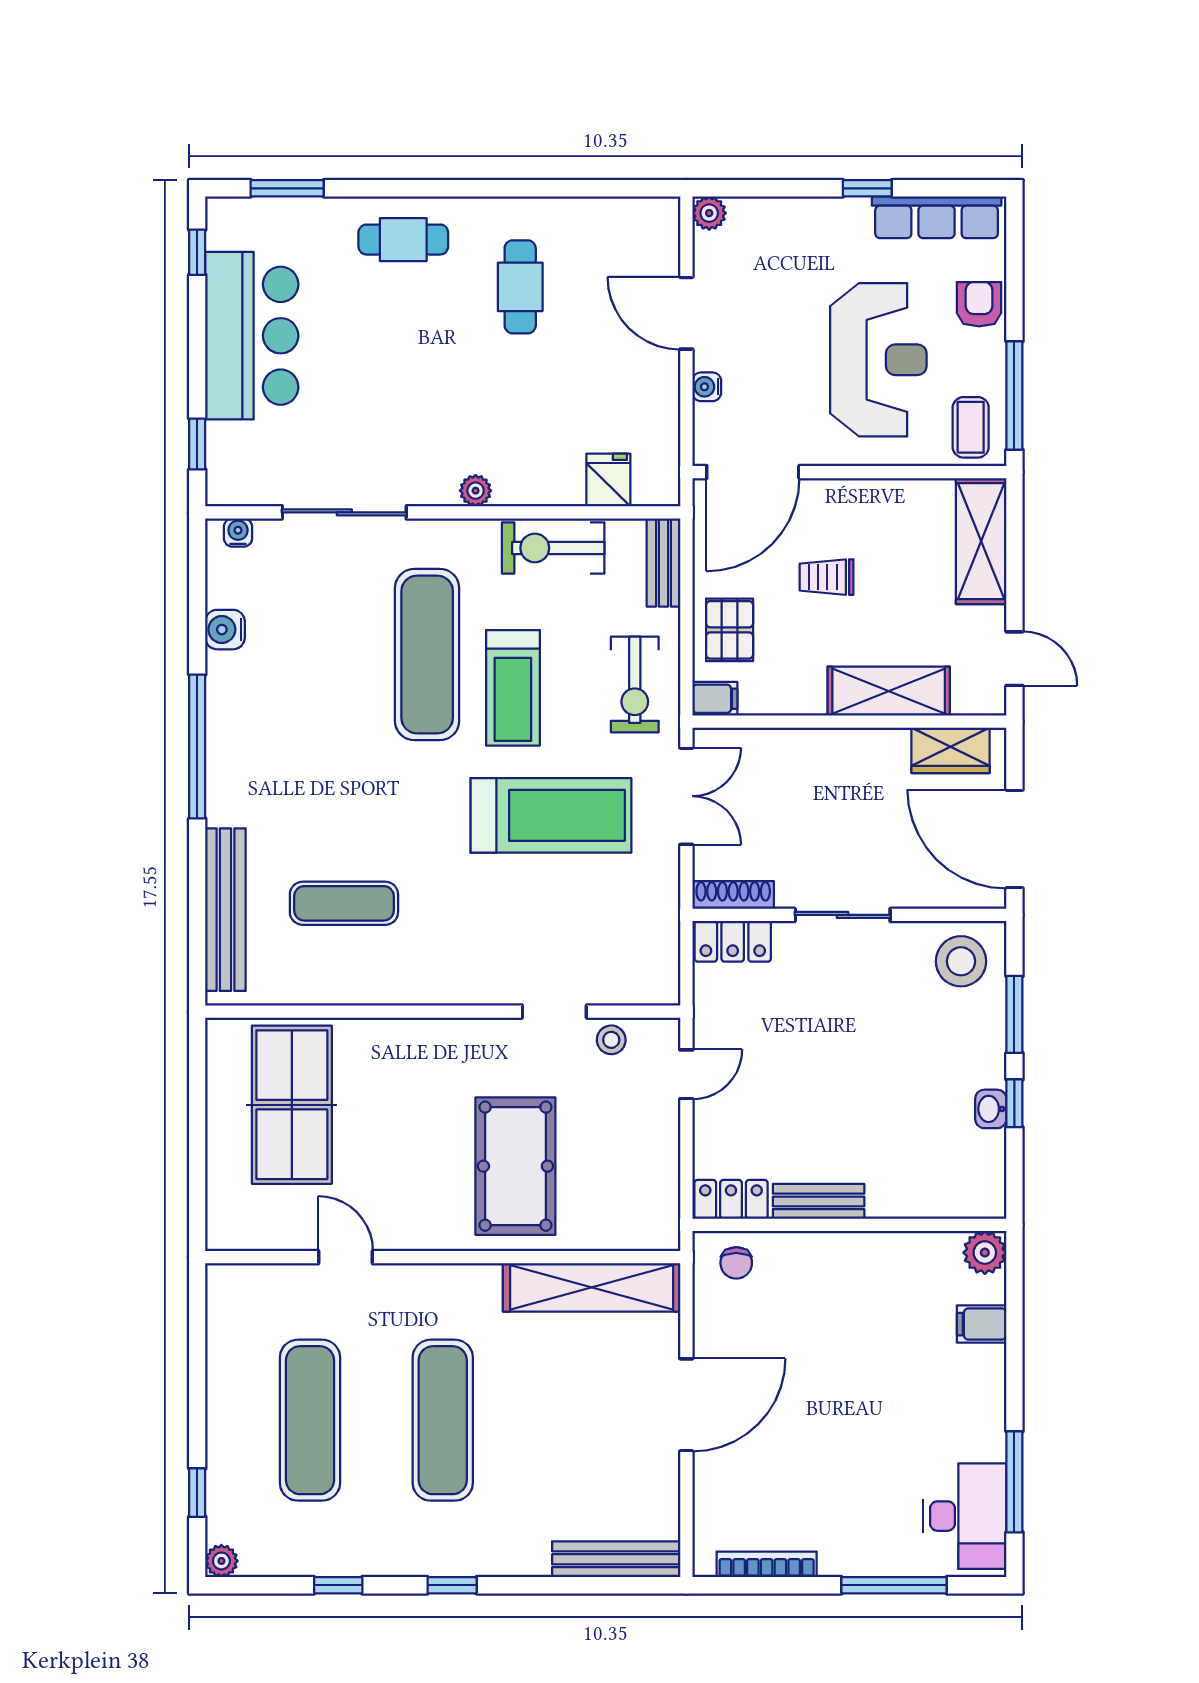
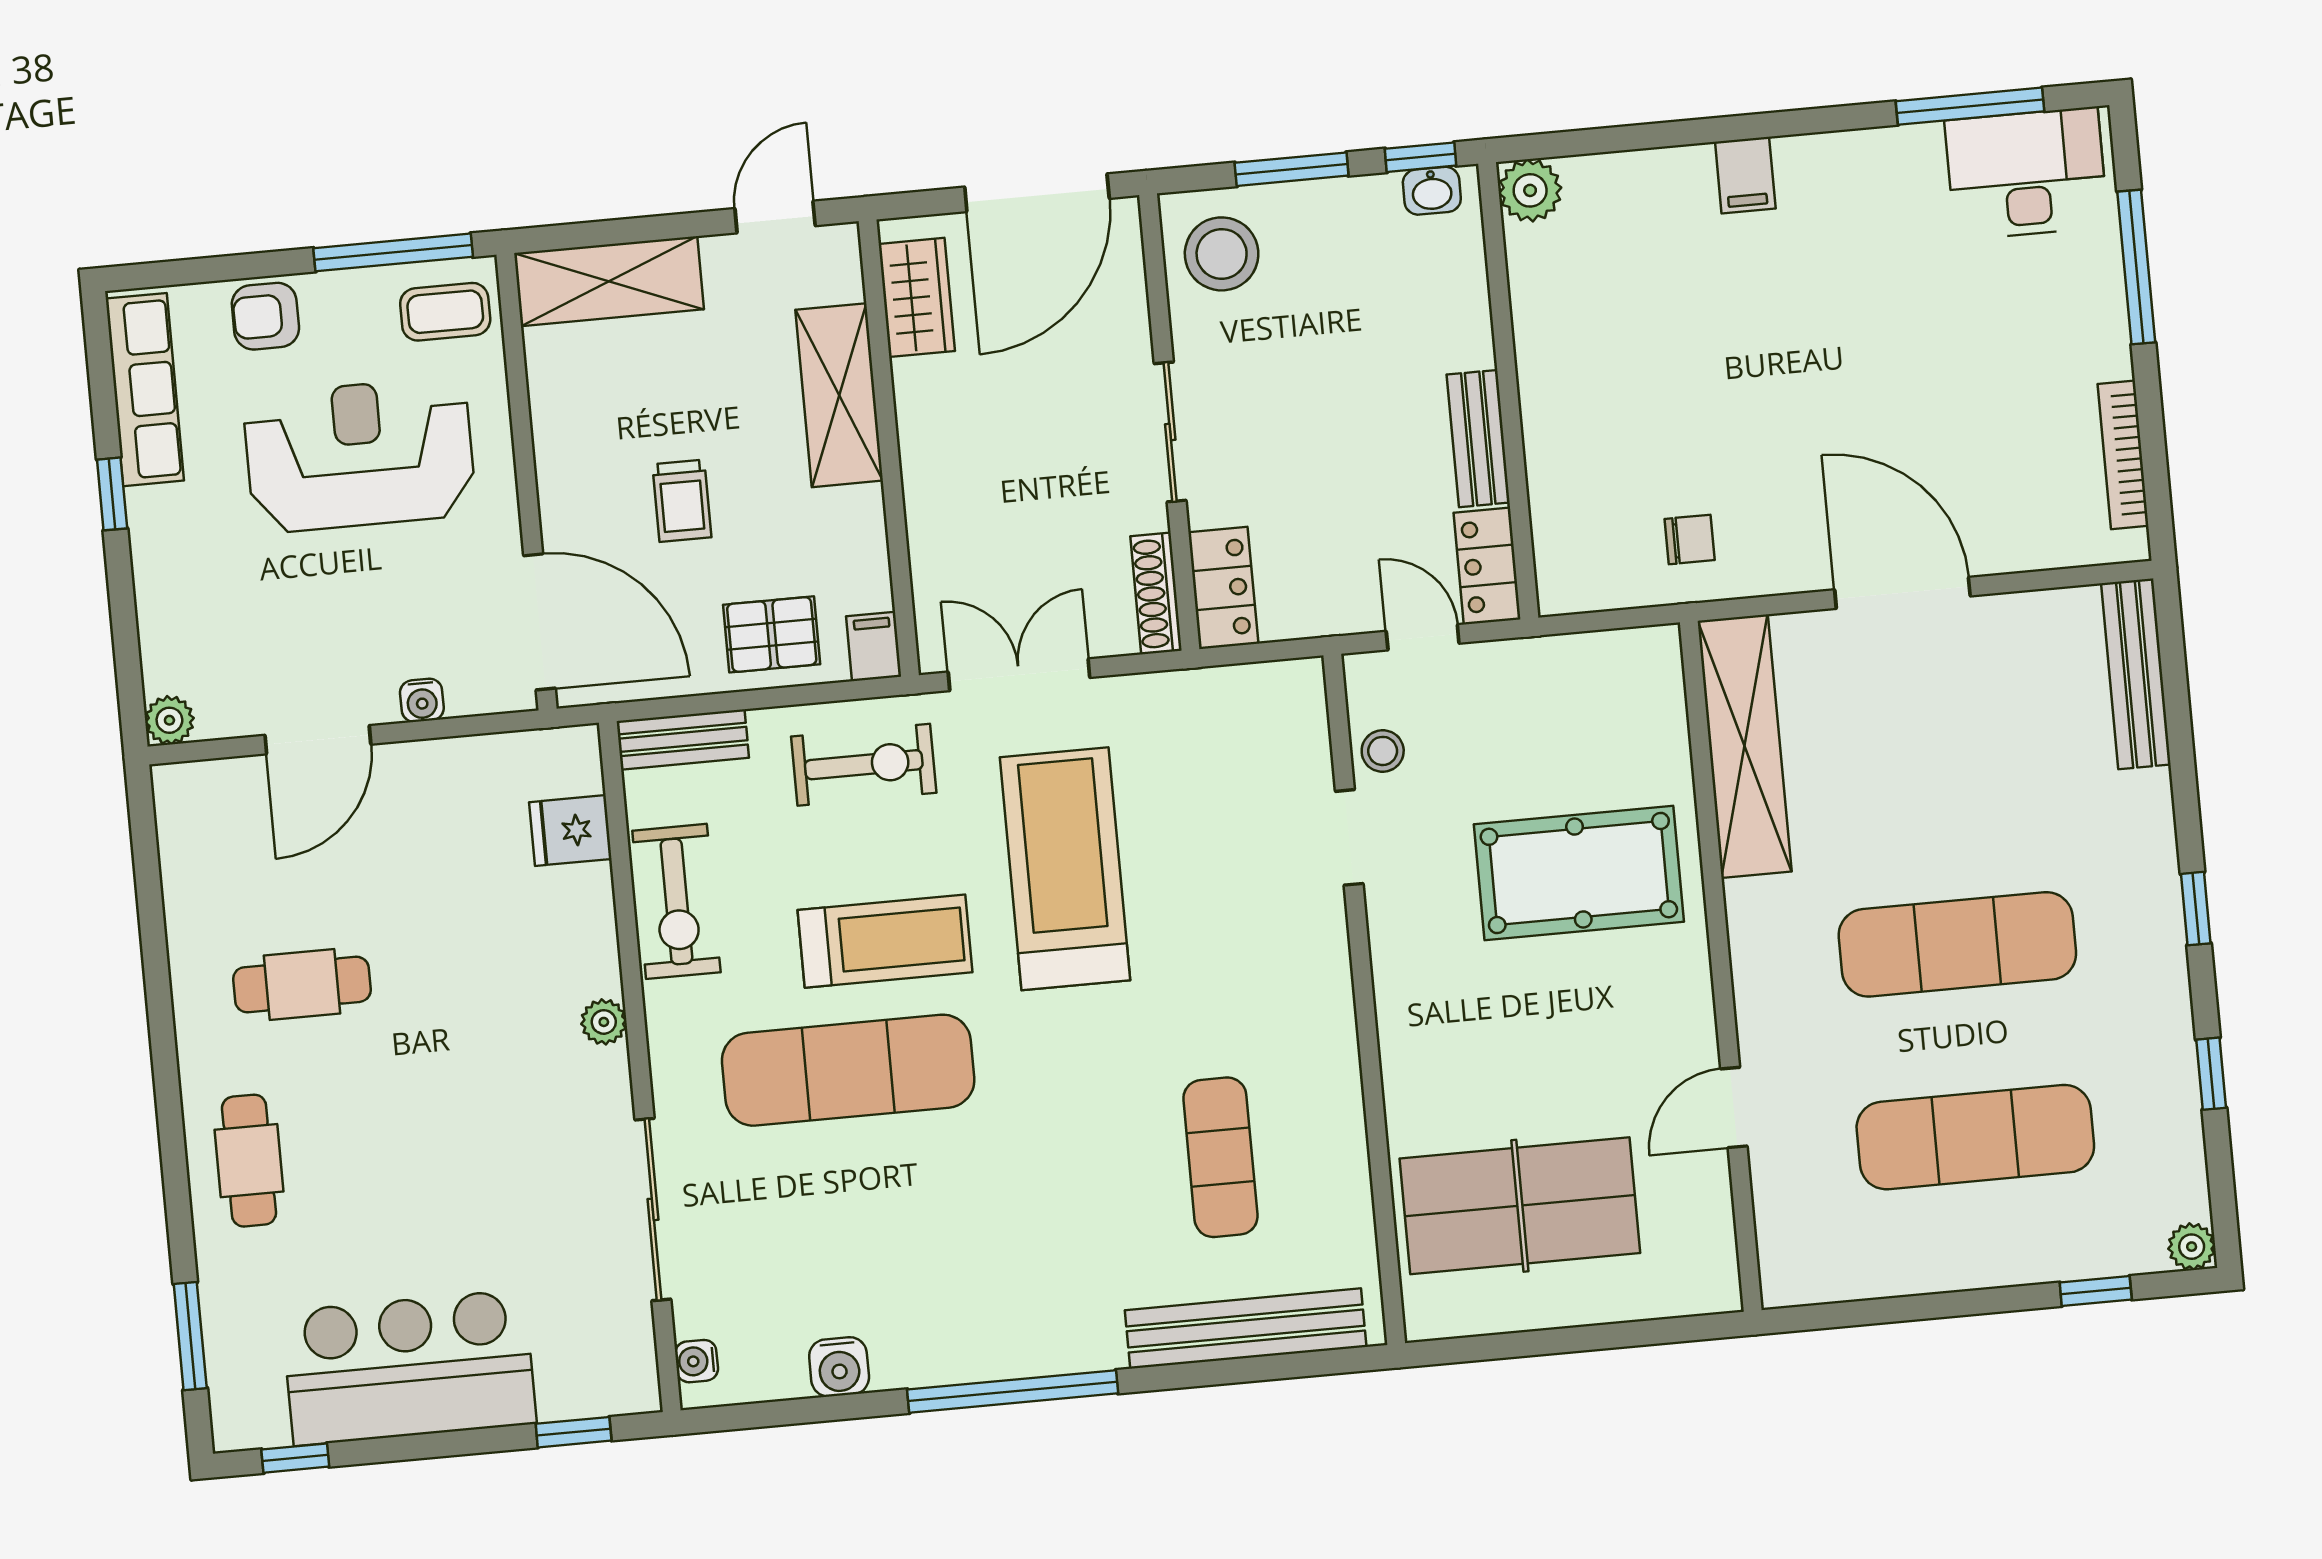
locker: (731, 1199) -> (1487, 566), moved
bench: (819, 1201) -> (1478, 439), moved
wall: (849, 1225) -> (1508, 391), moved
plant: (985, 1253) -> (1530, 190), moved

